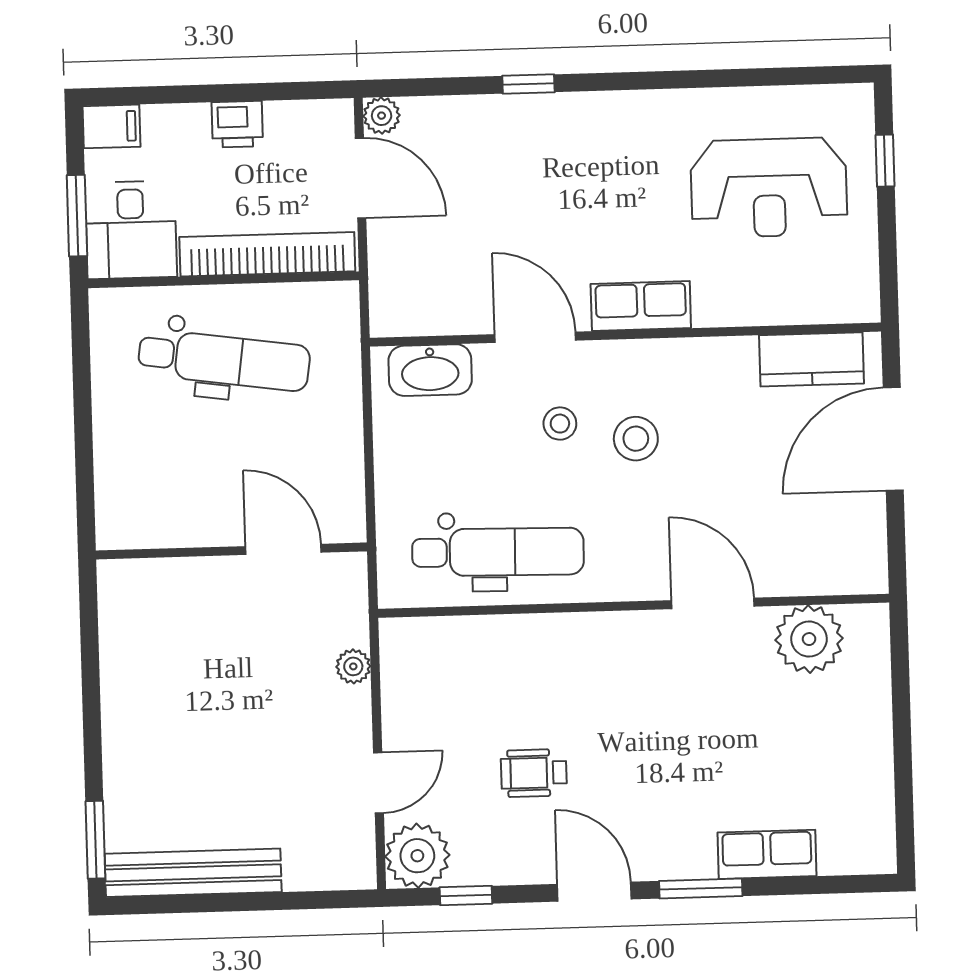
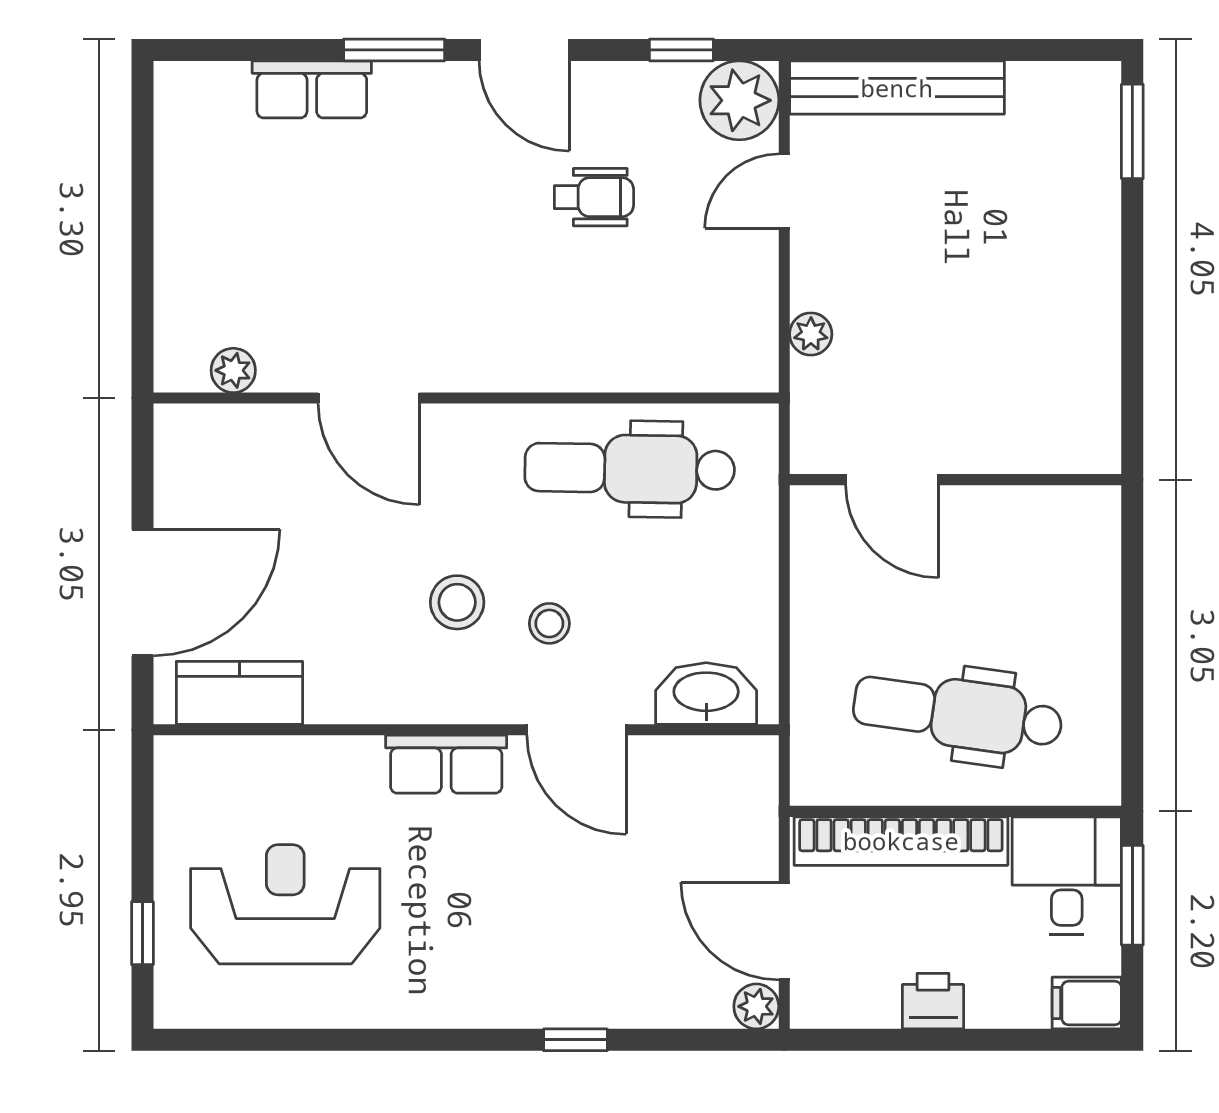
plant: (809, 639) -> (233, 370), width x0.53, depth x0.53
bench: (193, 873) -> (897, 88), moved

